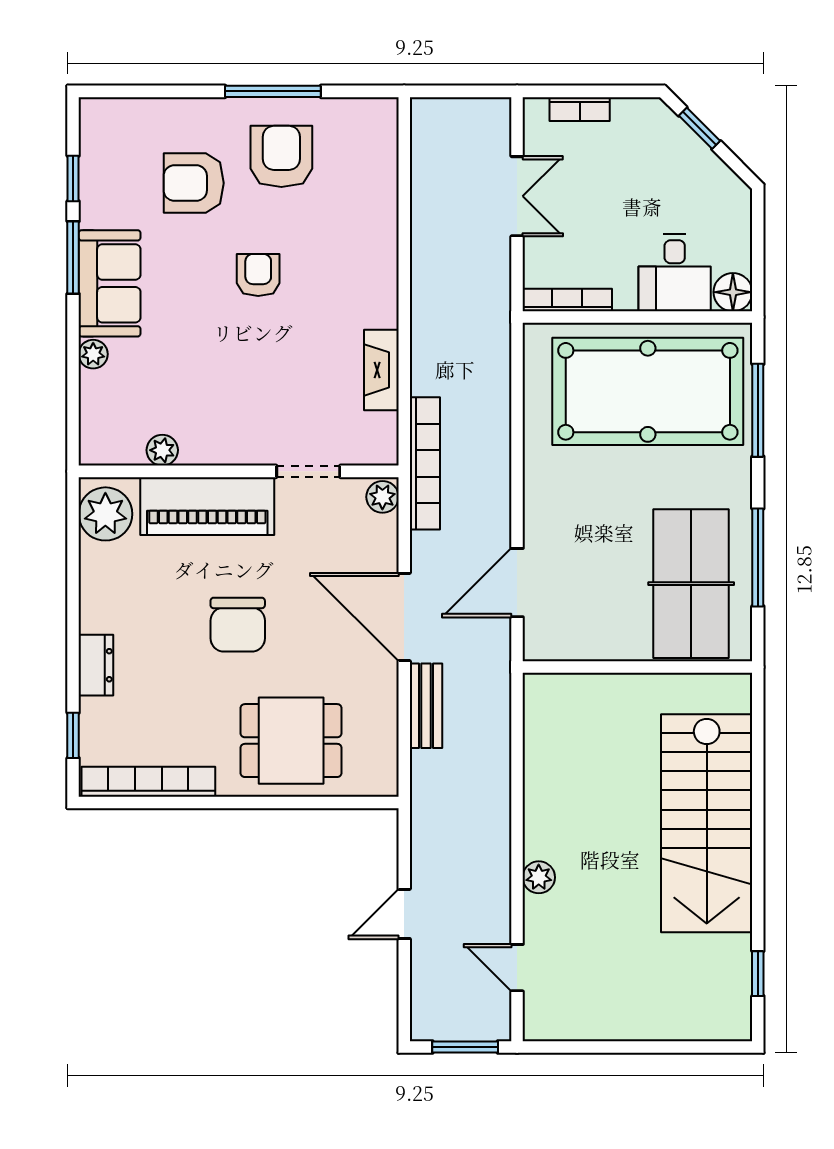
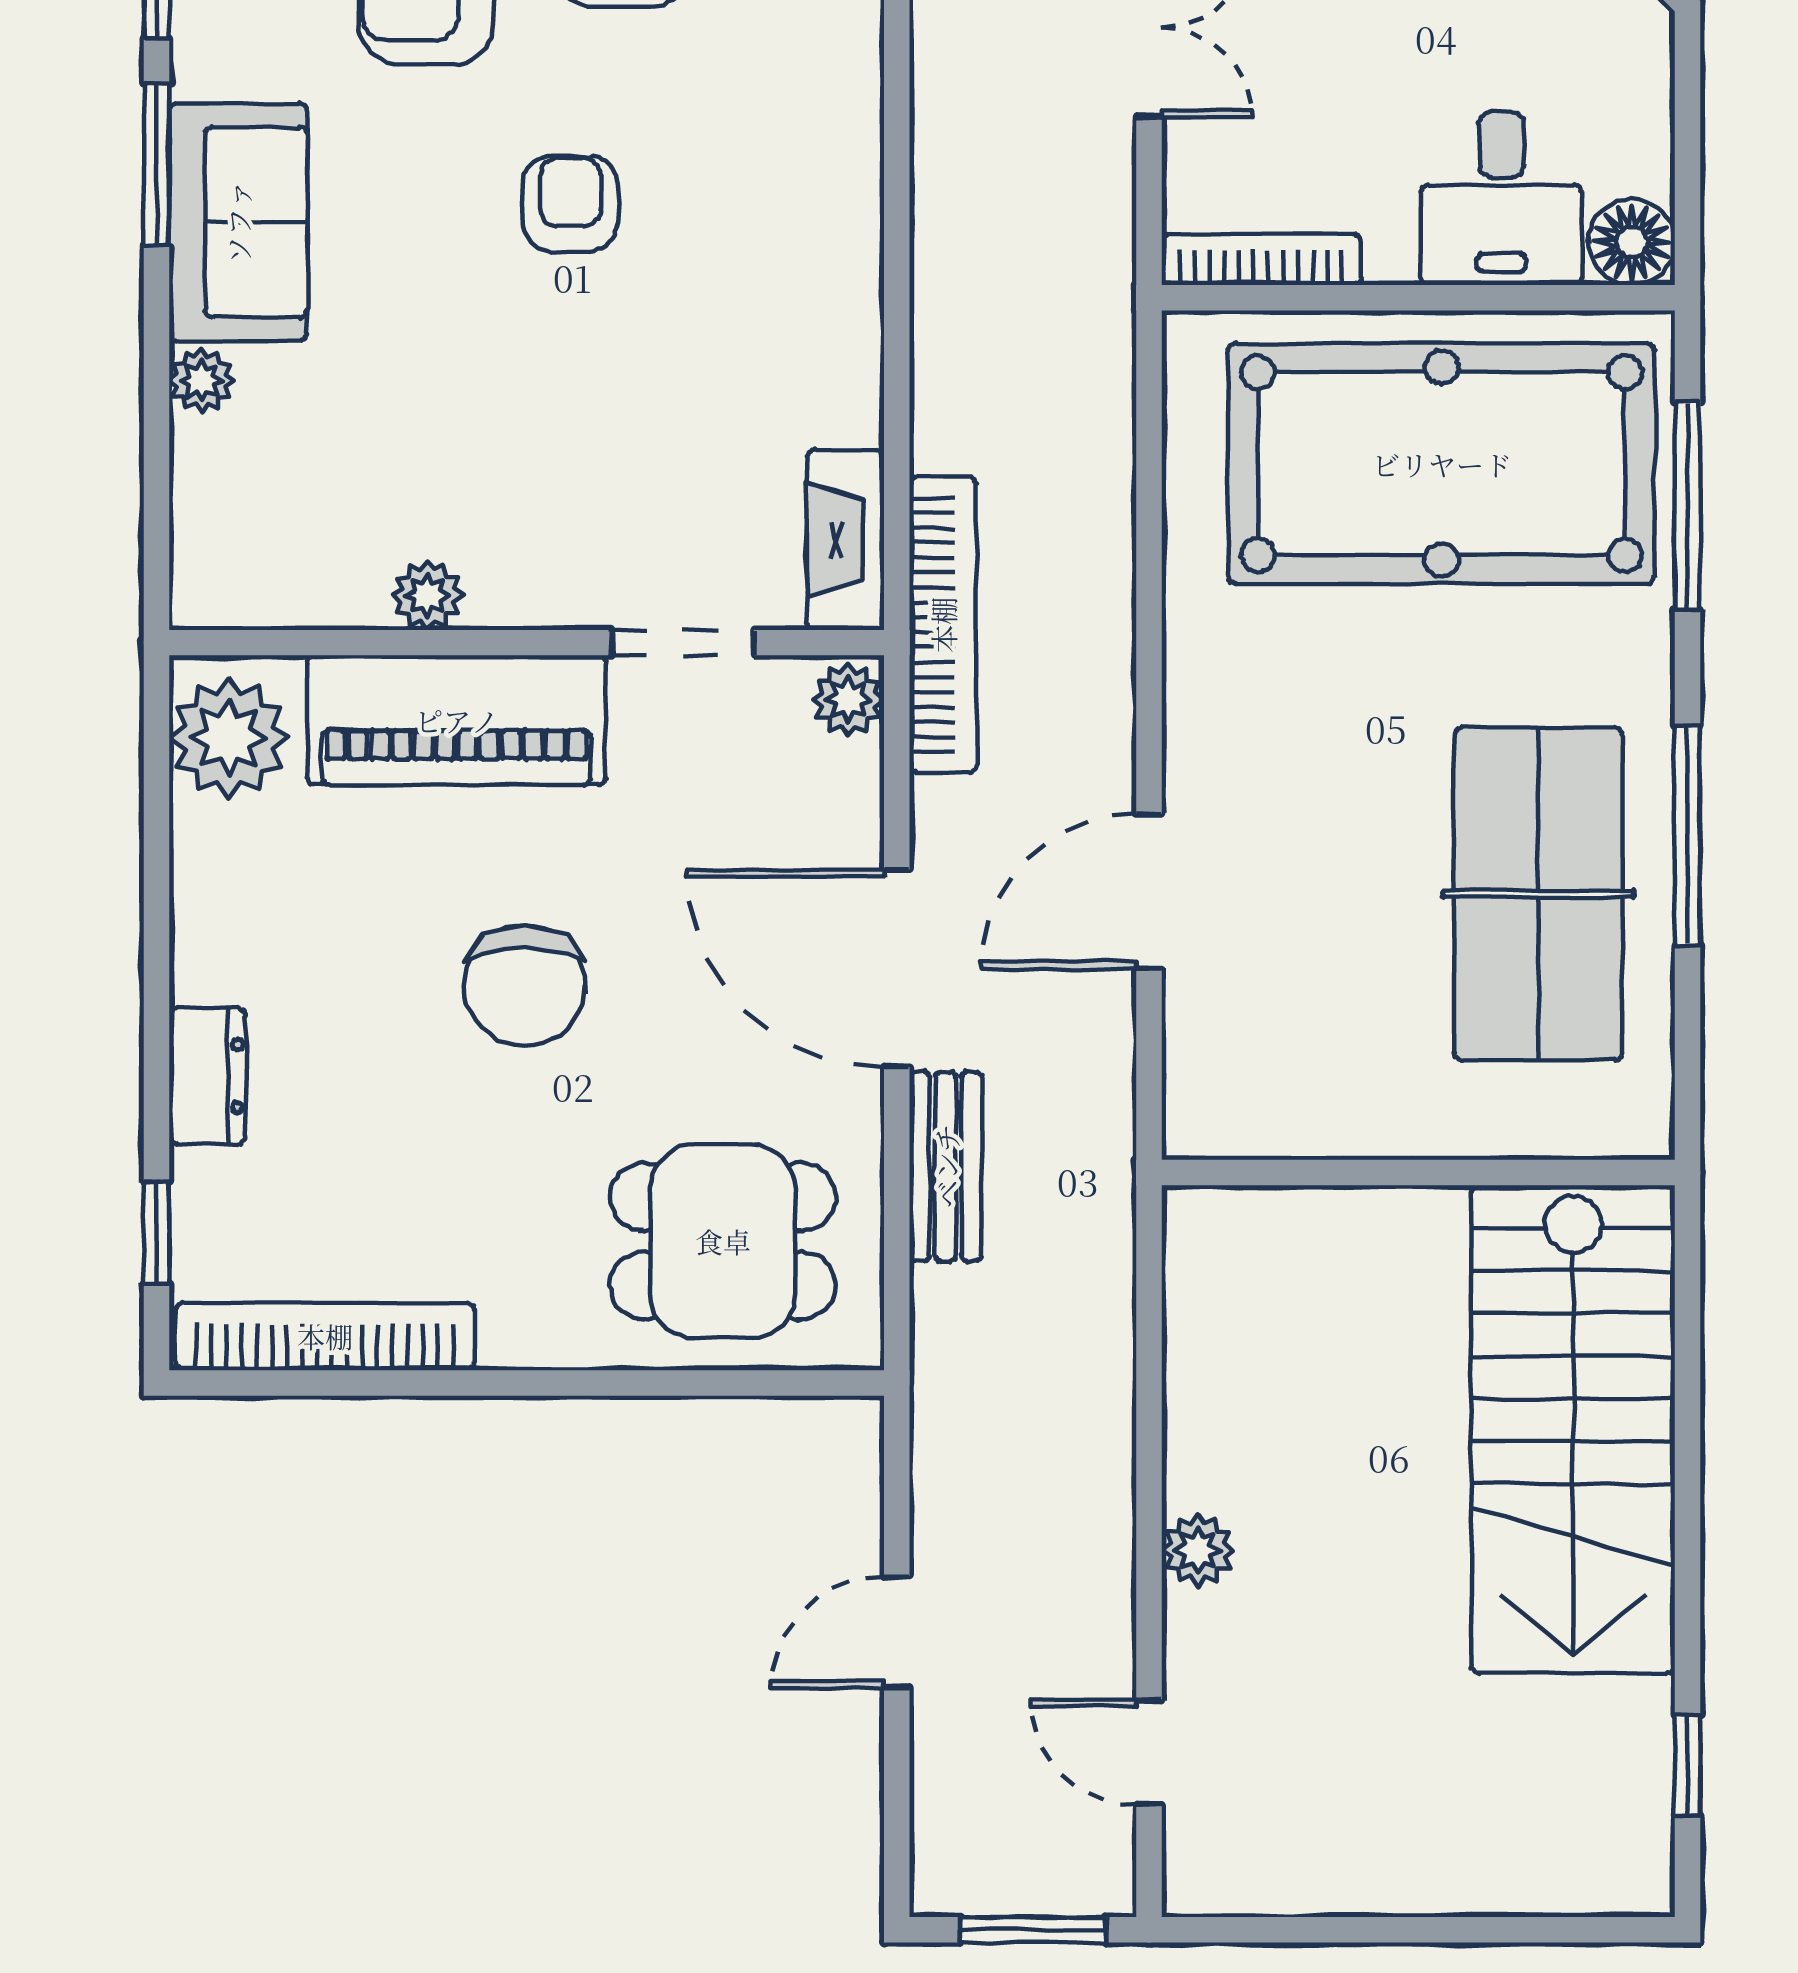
fireplace: (381, 370) -> (846, 540), moved
plant: (162, 450) -> (428, 595), moved
wall: (637, 667) -> (1418, 1173), moved
dining table: (291, 741) -> (723, 1241), moved

